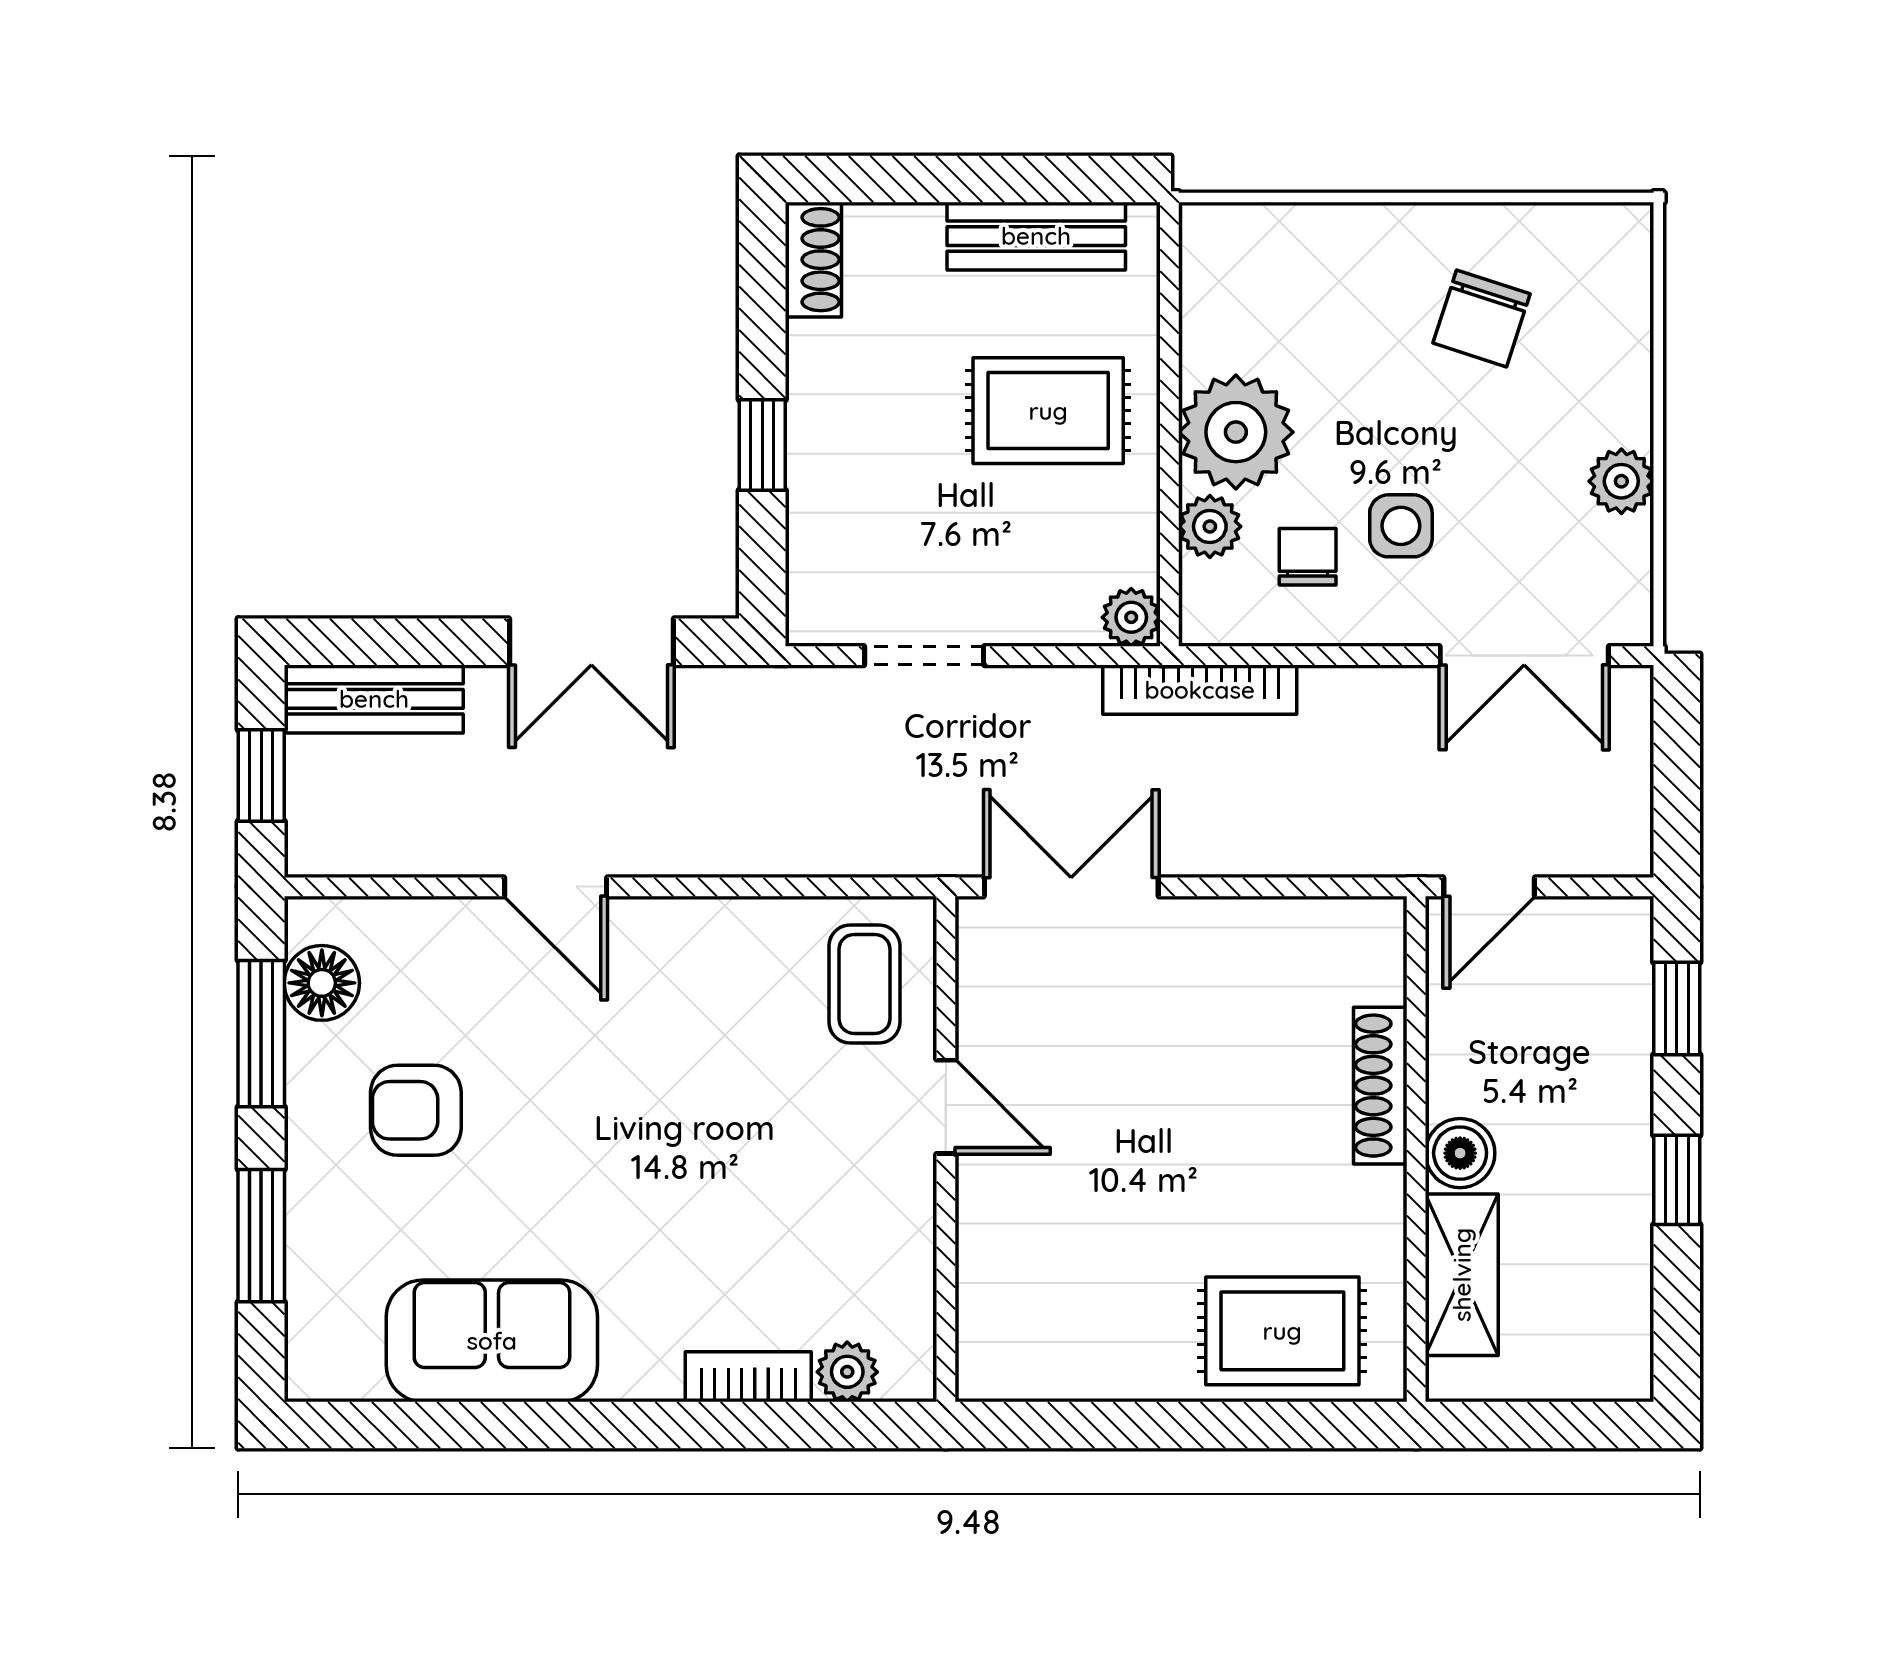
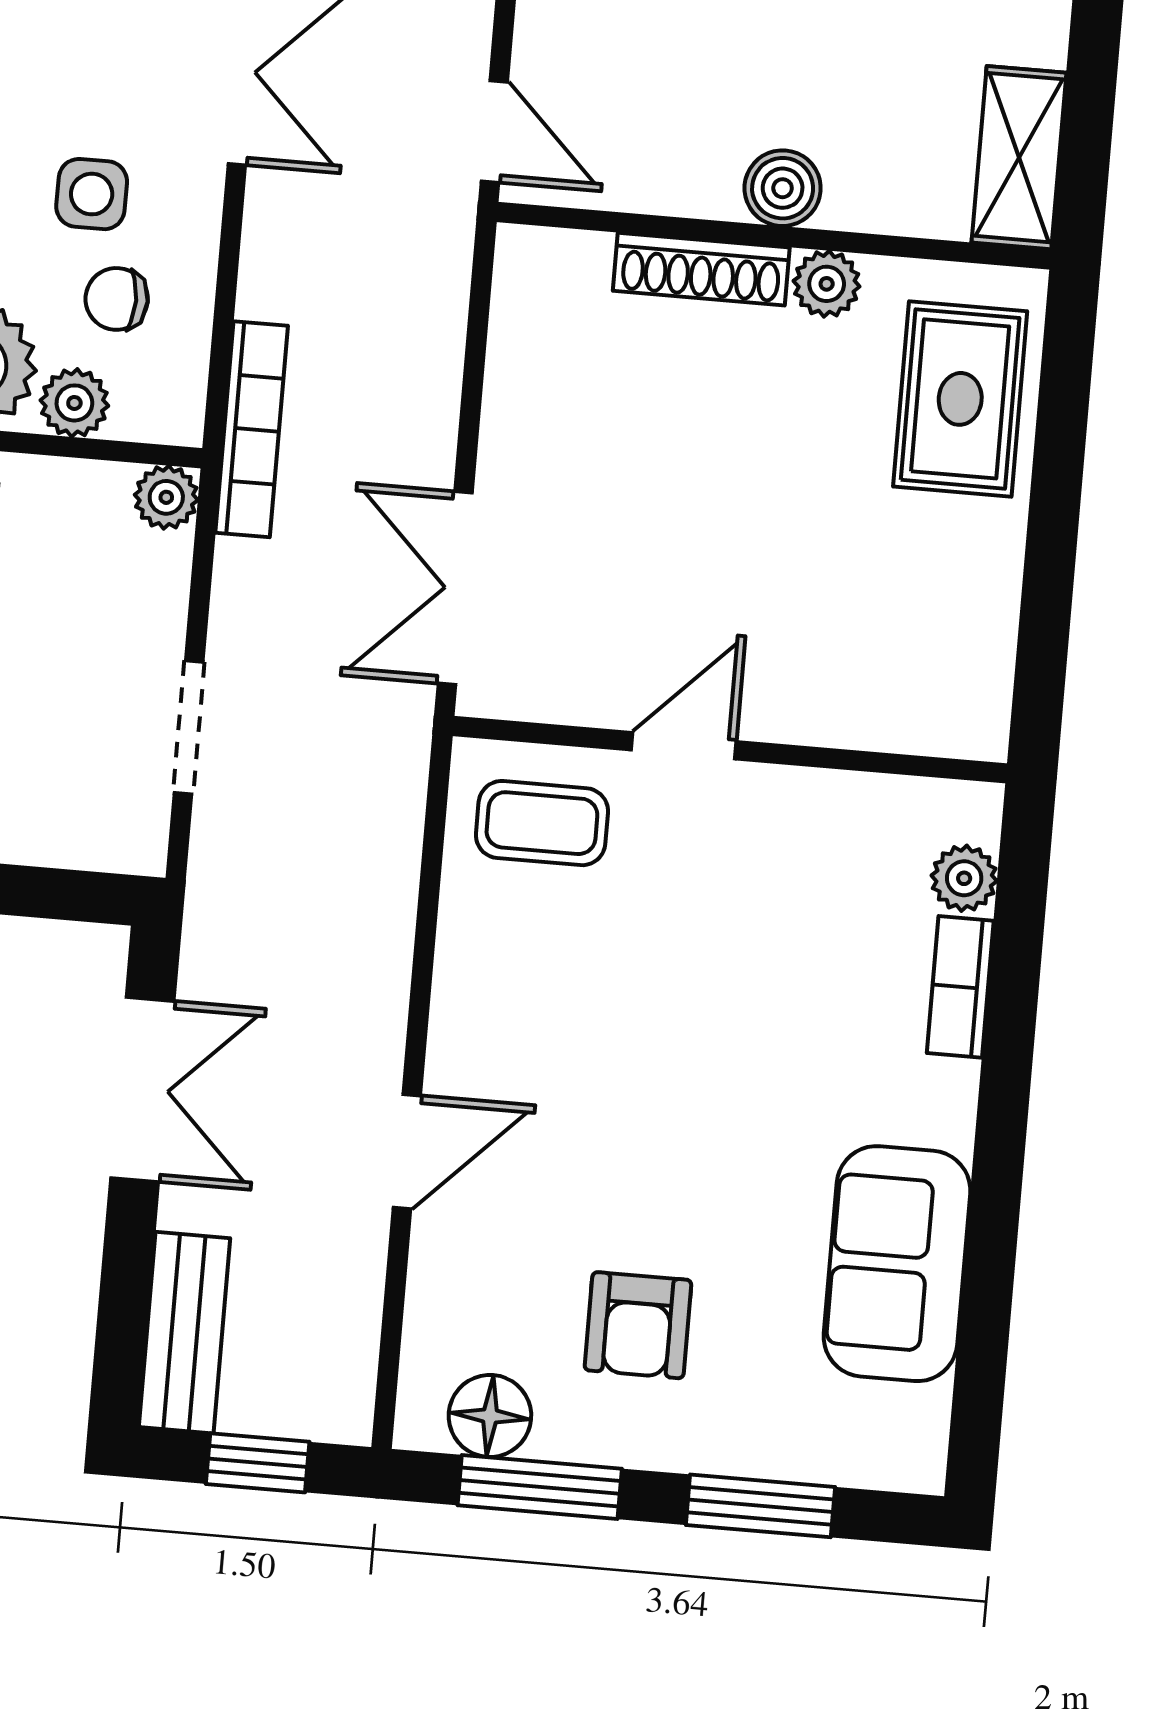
plant: (1377, 1201) -> (827, 284), added
shelving: (1462, 1275) -> (1019, 158), moved, turned 90

